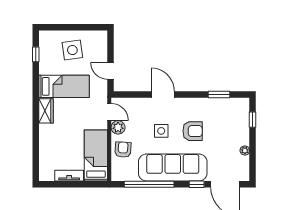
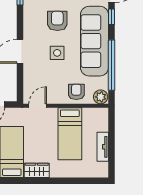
plant: (118, 127) -> (101, 97), moved
armchair: (123, 150) -> (76, 92), turned 86
bed: (96, 155) -> (70, 134), moved, turned -90

